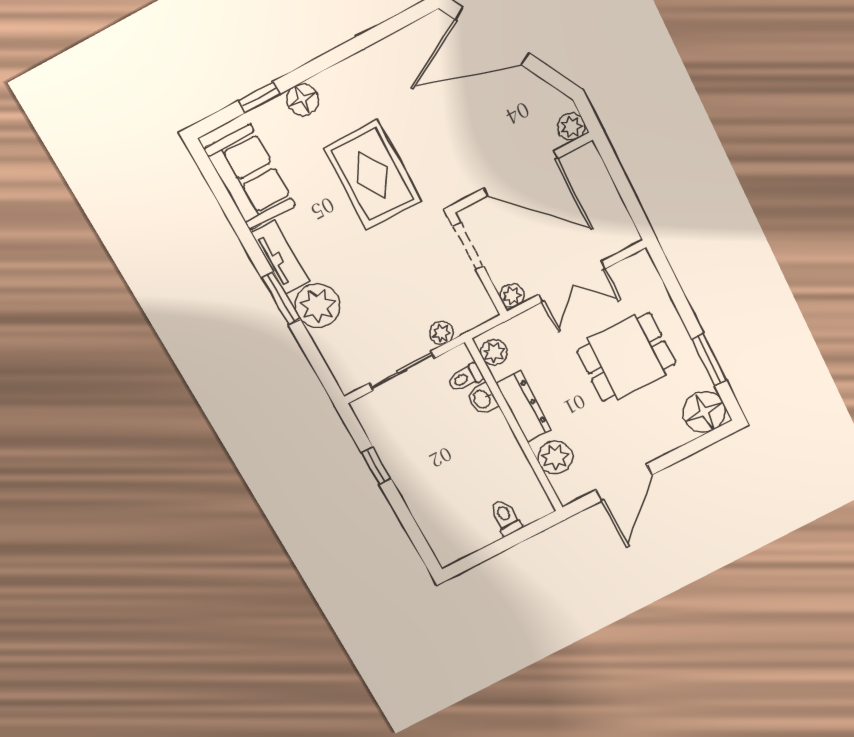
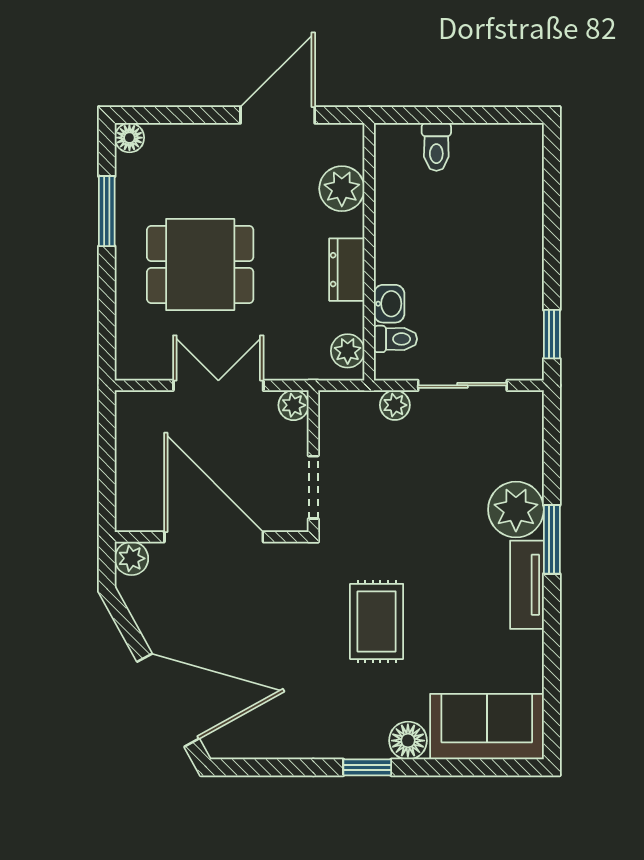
window: (259, 97) -> (367, 767), moved
rug: (372, 175) -> (377, 621), width x0.73, depth x0.70
sofa: (250, 177) -> (487, 727), moved, turned 90
dresser: (524, 406) -> (347, 270), width x0.70
floor lamp: (704, 412) -> (129, 138), width x0.53, depth x0.53
window: (376, 466) -> (552, 334), moved

